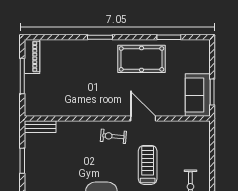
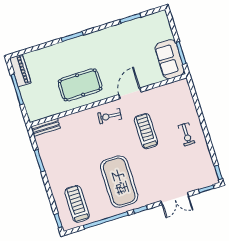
pool table: (141, 59) -> (80, 85), moved
door: (143, 118) -> (130, 93), hinge flipped

